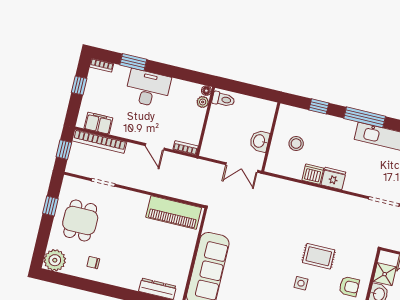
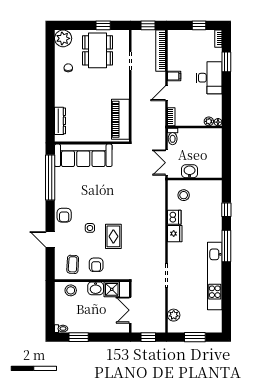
toilet: (223, 99) -> (173, 136), moved
filing cabinet: (98, 123) -> (174, 76), moved, width x0.50
stool: (296, 144) -> (184, 195), moved
dining table: (80, 221) -> (98, 50), width x1.38

